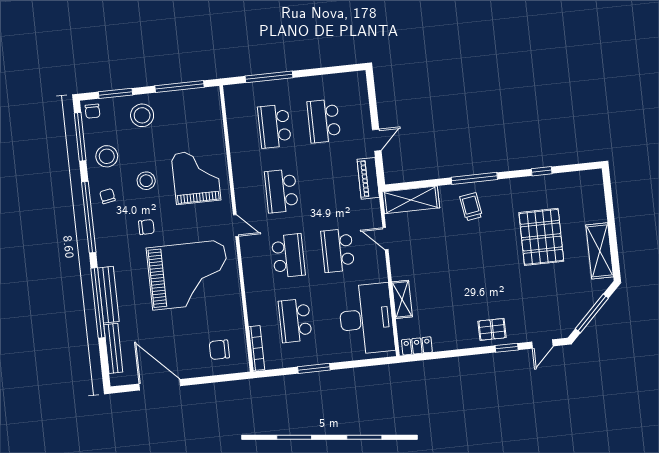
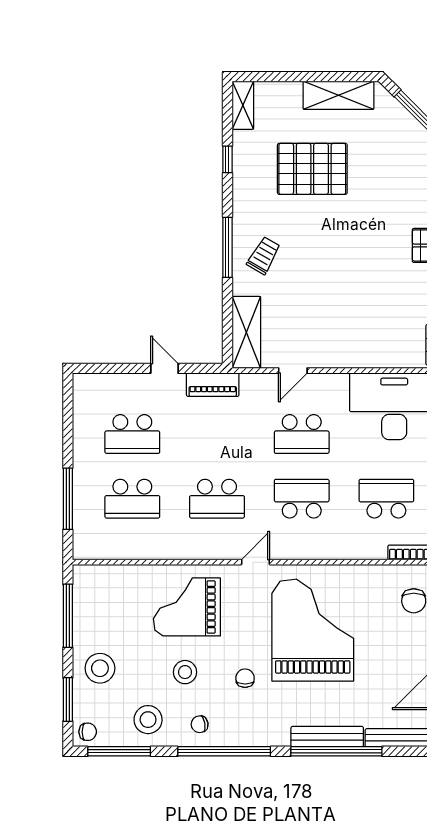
trolley: (471, 207) -> (264, 256), turned 129
shelving: (402, 299) -> (243, 105), moved, turned 90
school desk: (295, 321) -> (386, 499), turned 180

